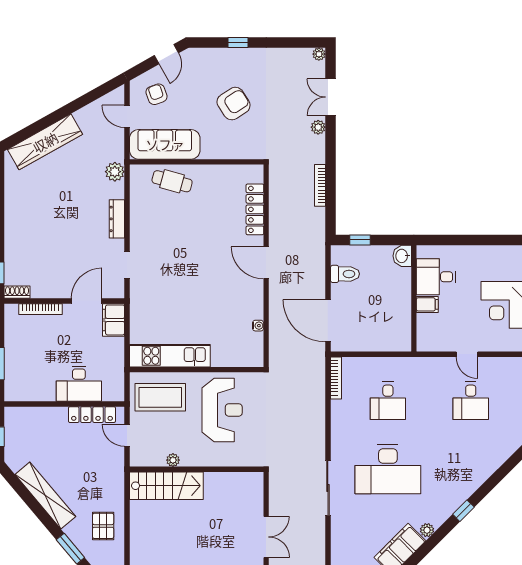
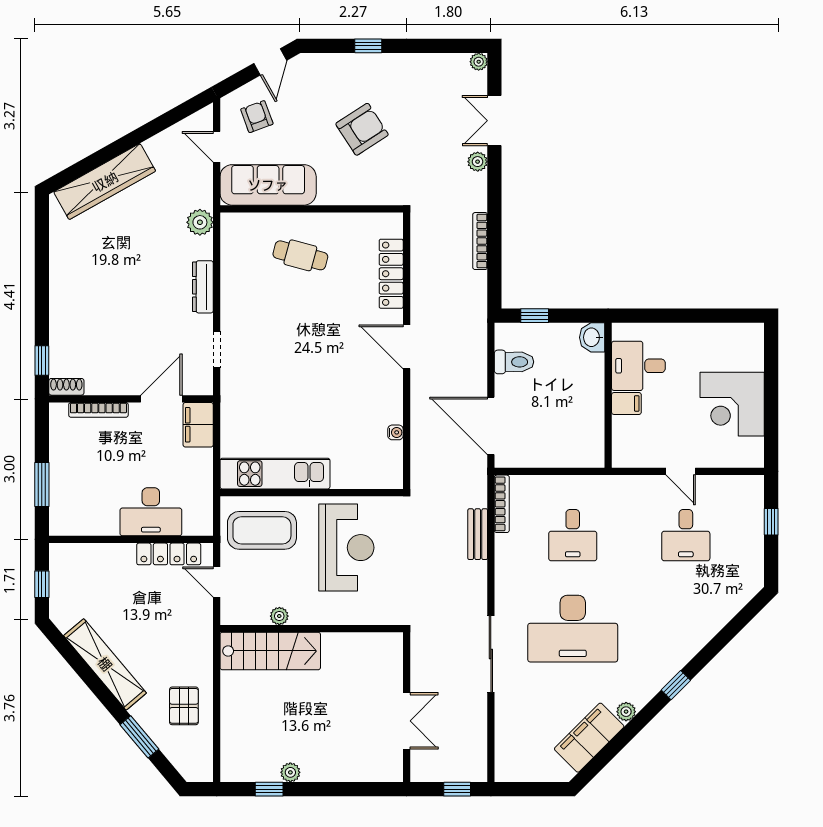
cafe table: (172, 181) -> (300, 255), moved
bench: (318, 400) -> (478, 534), added

